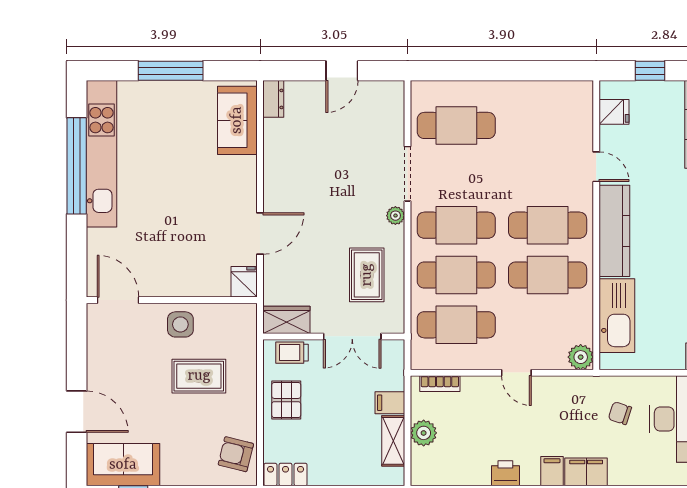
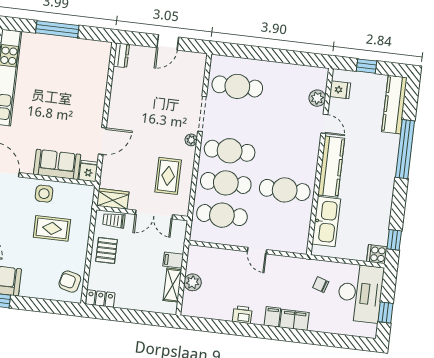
sofa: (237, 120) -> (57, 164), moved, turned 90
cafe table: (548, 225) -> (289, 158), removed
plant: (581, 357) -> (317, 98), moved
bookcase: (440, 384) -> (207, 252), removed

